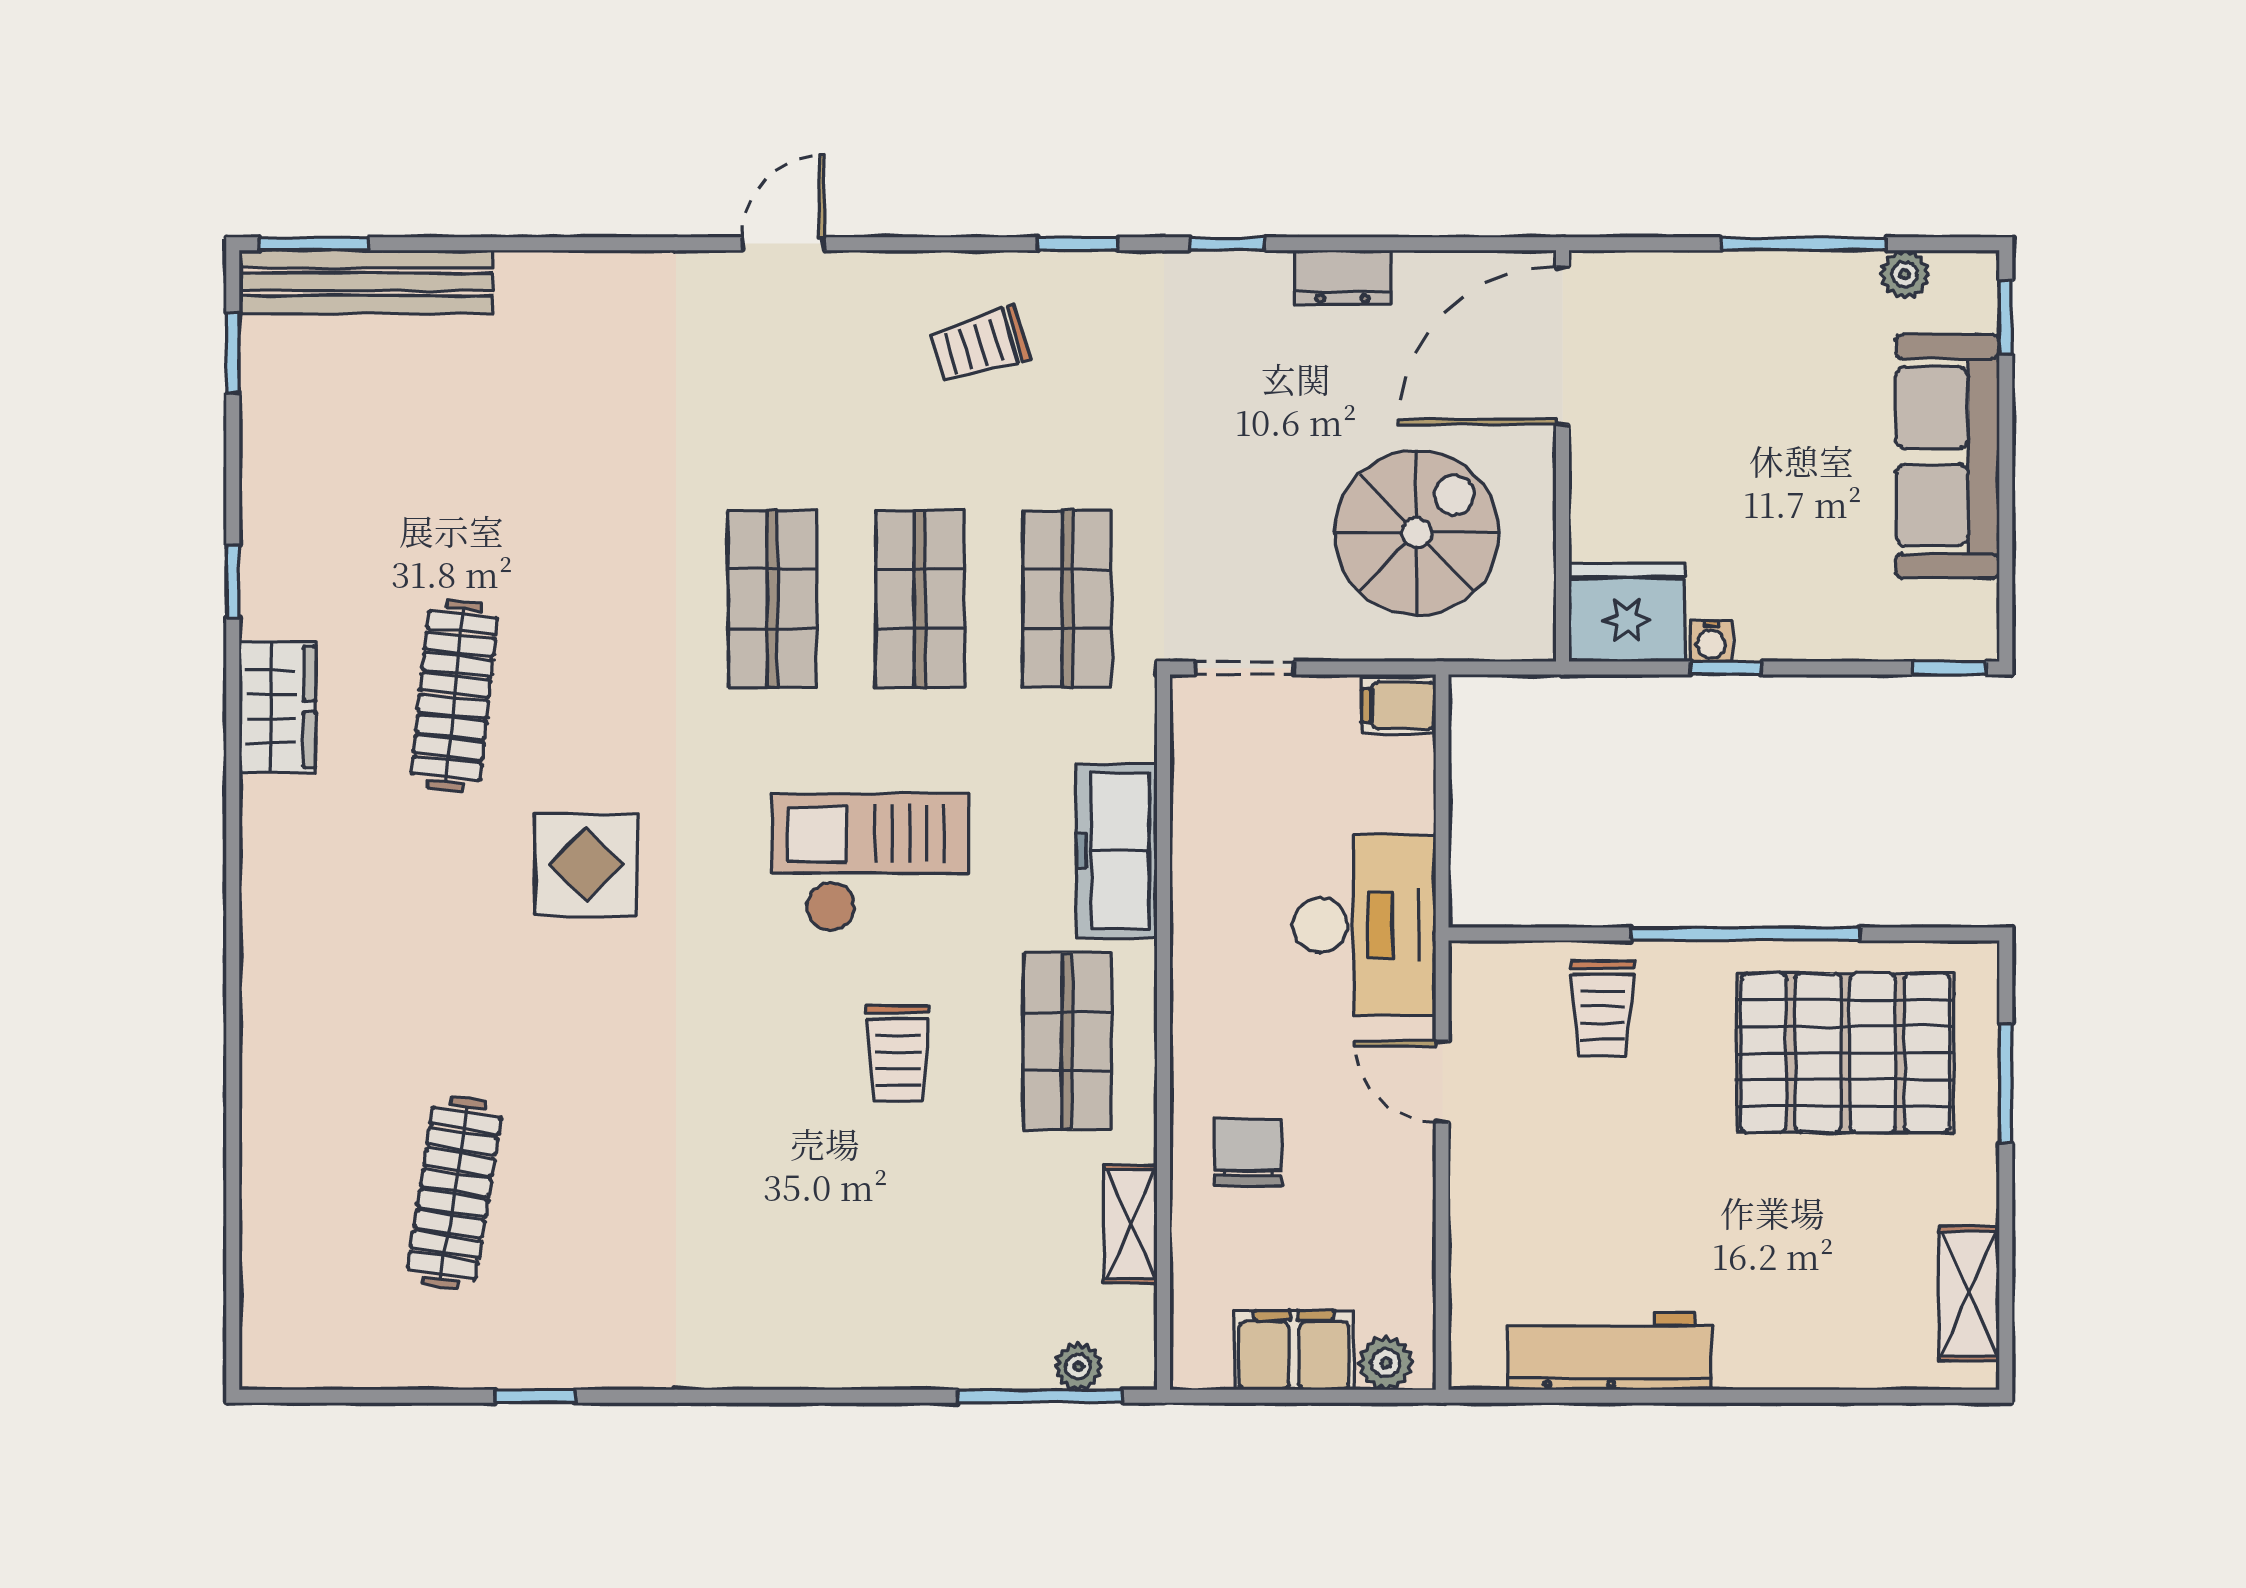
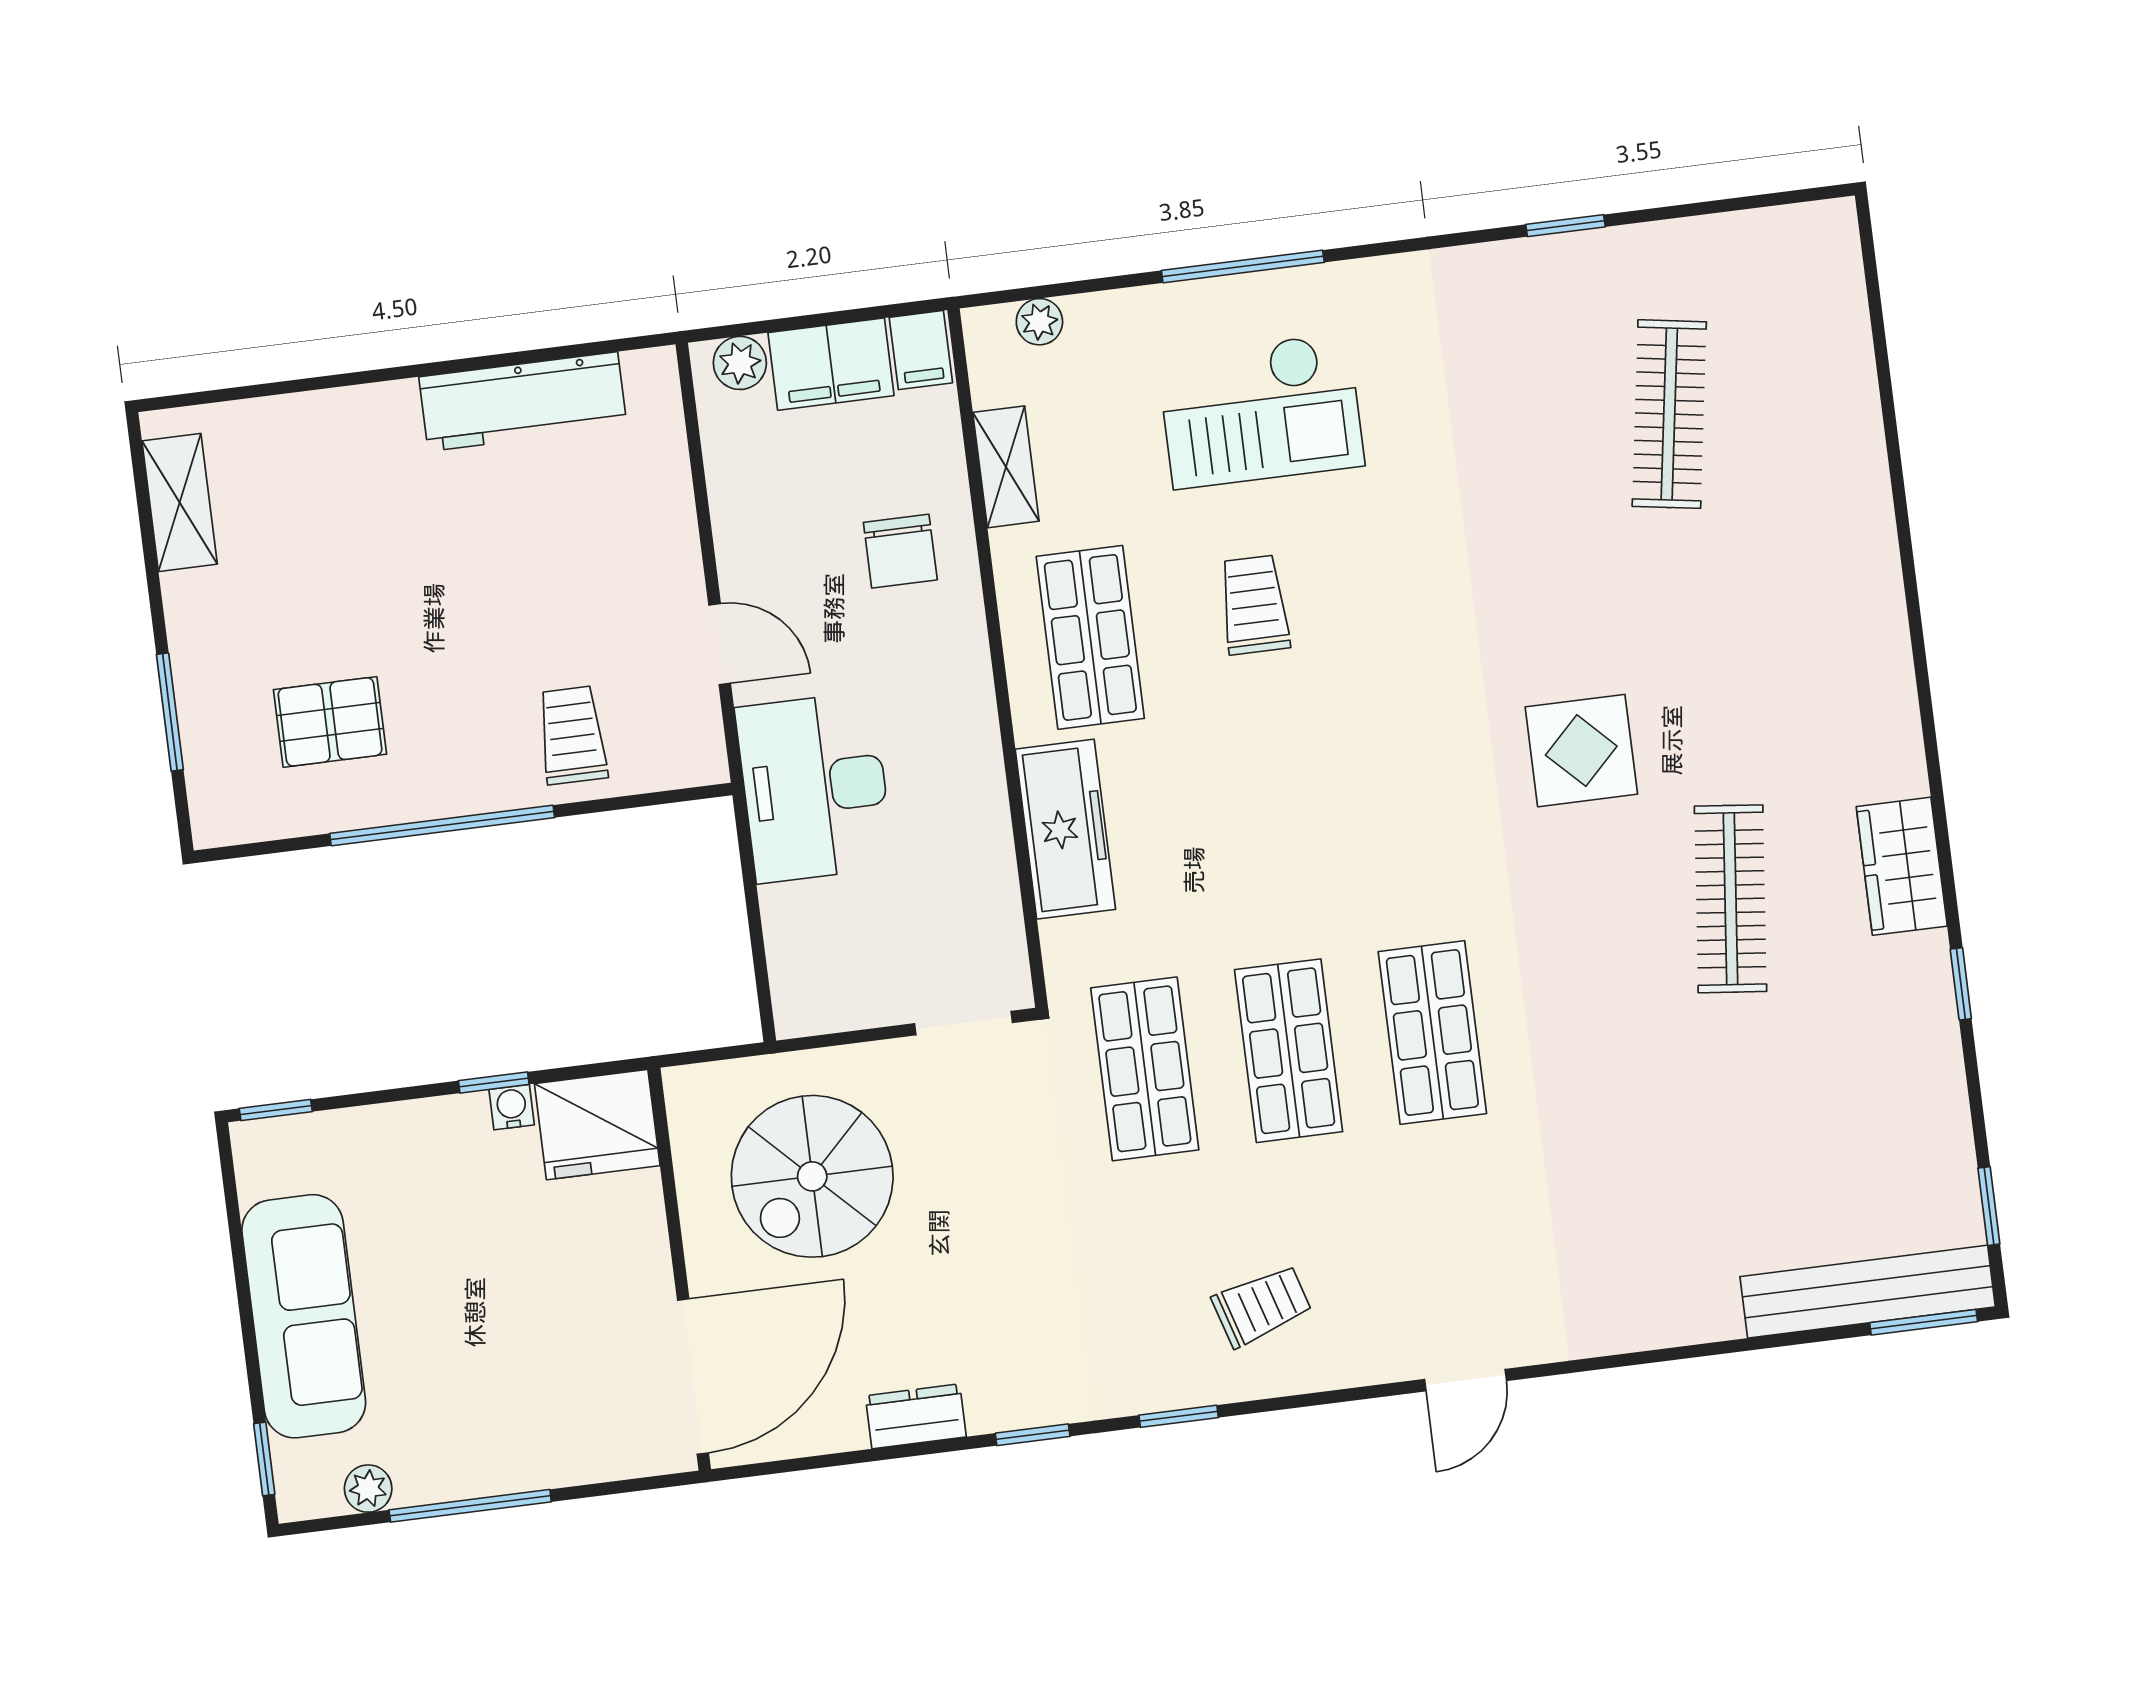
filing cabinet: (1399, 706) -> (921, 350), moved, turned 90
checkout: (870, 862) -> (1261, 410), moved
pallet: (1845, 1053) -> (330, 722), width x0.49, depth x0.50
window: (1040, 1396) -> (1243, 266), moved

